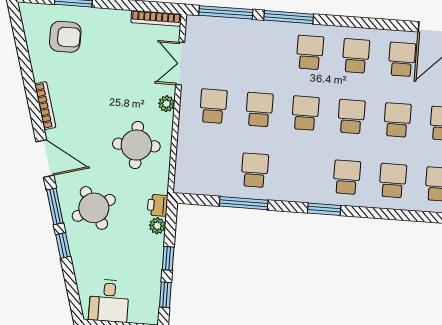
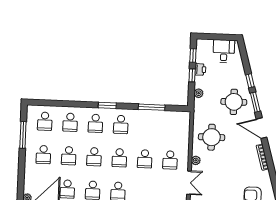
school desk: (255, 170) -> (121, 124), moved
printer: (158, 205) -> (200, 69), moved
round table: (94, 208) -> (234, 102), turned 31

